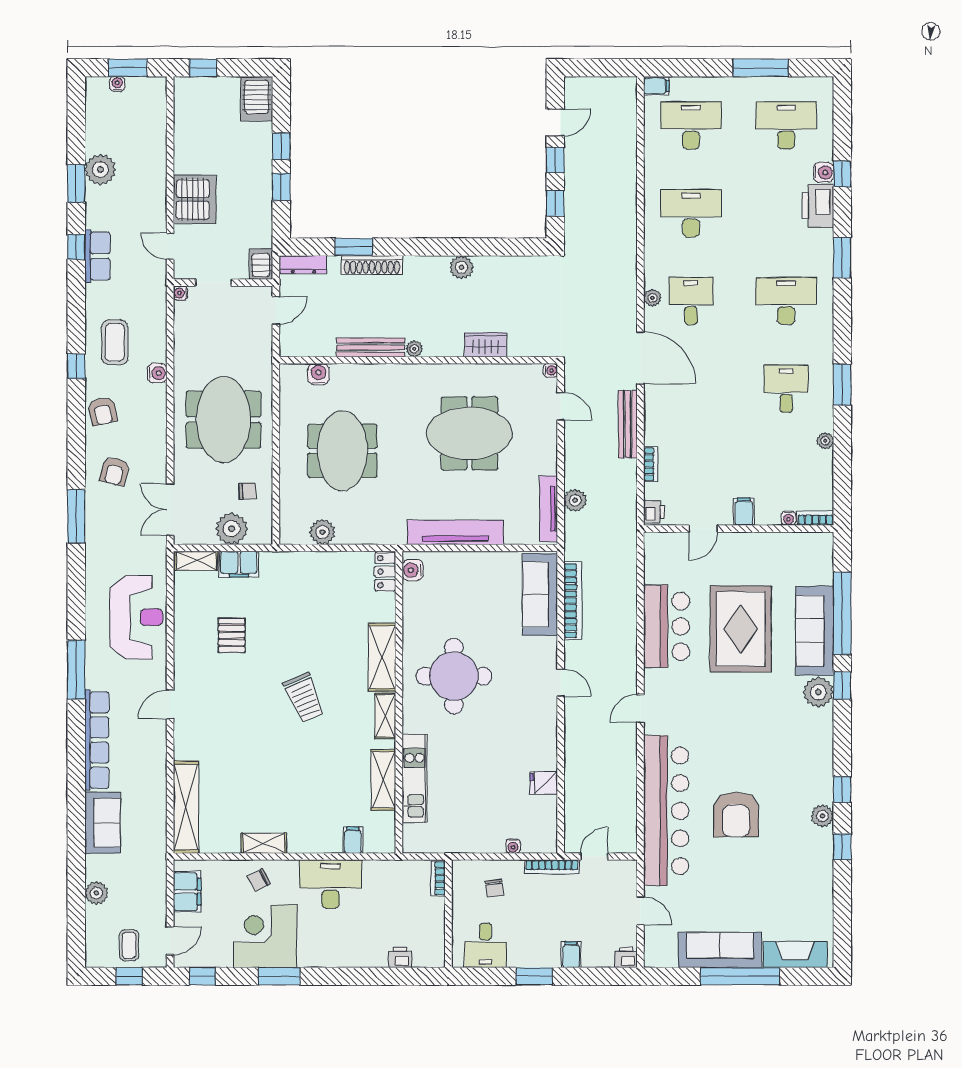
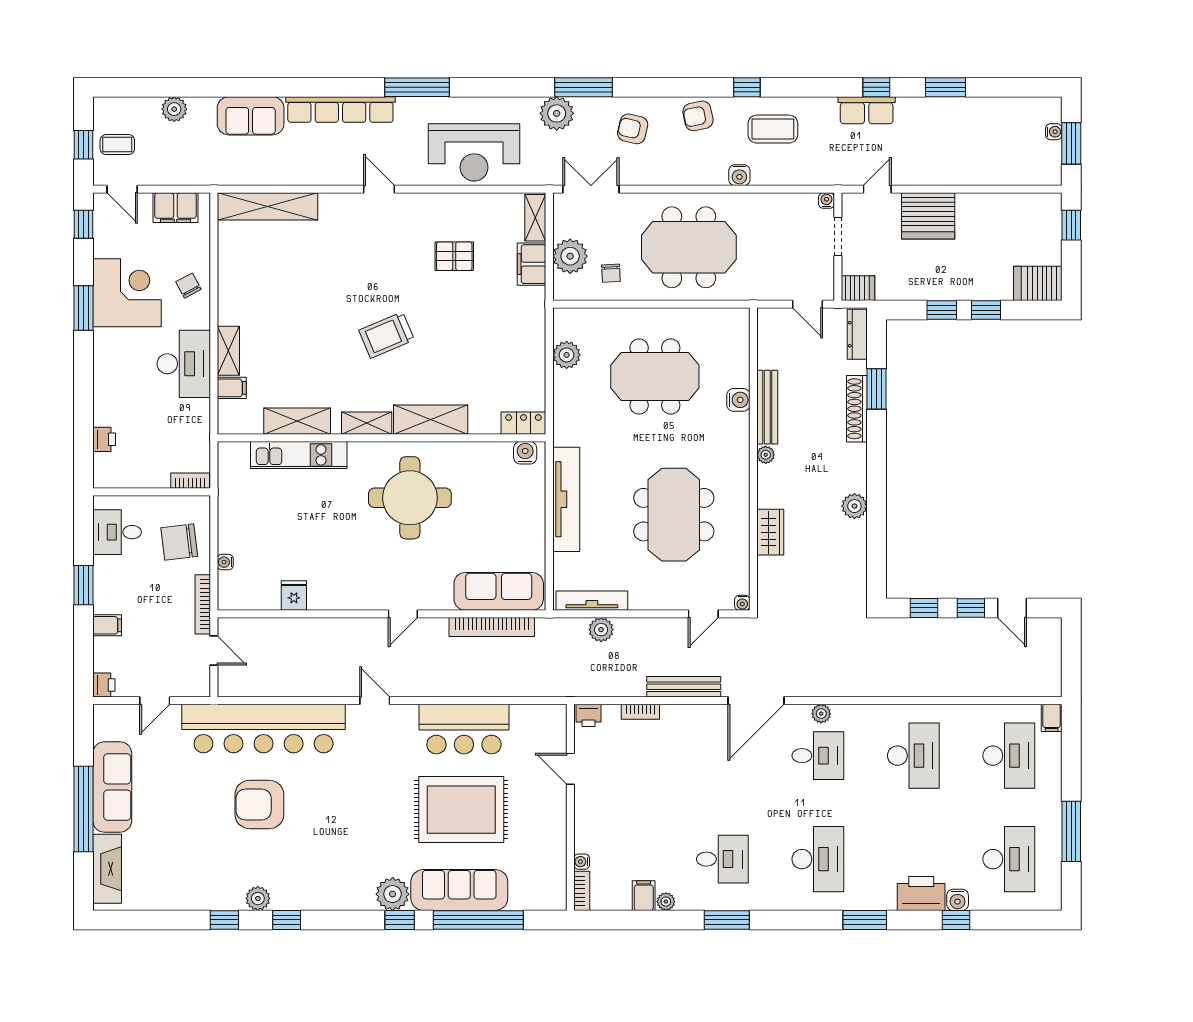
plant: (100, 170) -> (557, 113), moved
water cooler: (318, 374) -> (738, 400), moved
filing cabinet: (744, 512) -> (644, 896), moved, turned -90
shelving: (264, 843) -> (228, 351), moved
chair: (495, 888) -> (179, 542), width x1.87, depth x1.87

